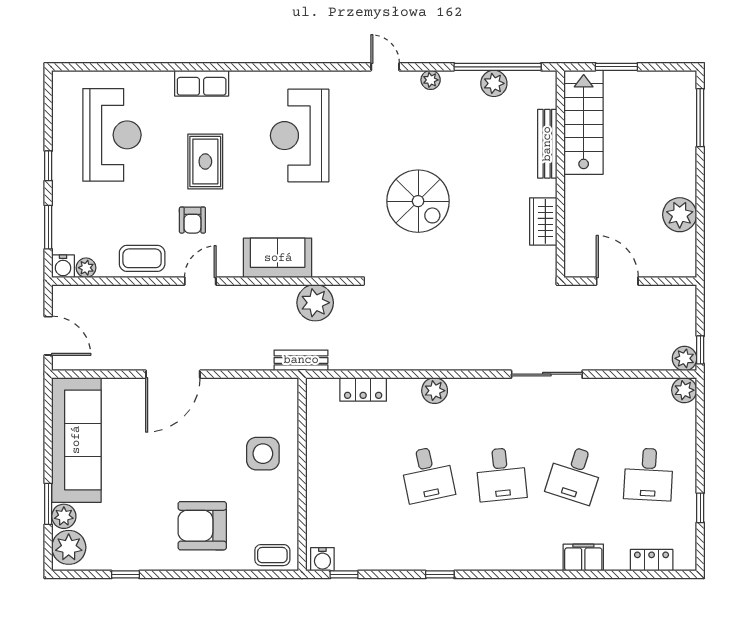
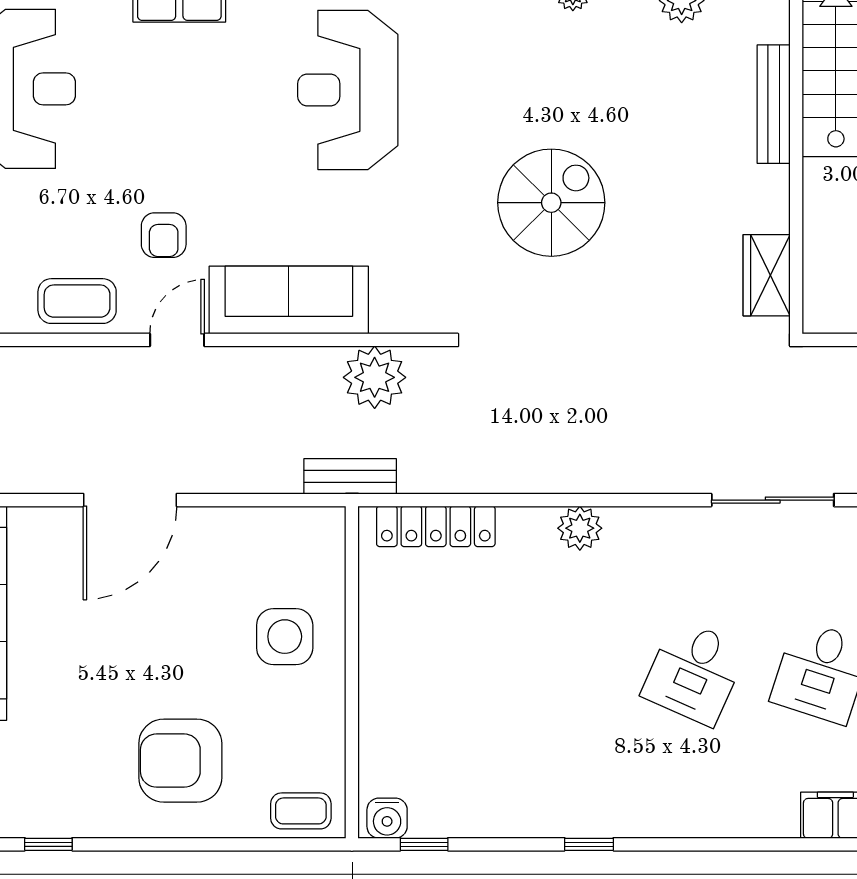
rug: (205, 161) -> (186, 135), removed
spiral stairs: (418, 201) -> (551, 203), turned -90
wardrobe: (543, 221) -> (767, 275), moved
sofa: (278, 258) -> (289, 300), width x1.36
locker: (363, 389) -> (436, 526), width x1.53
desk: (427, 474) -> (567, 672), removed
desk: (501, 474) -> (694, 672), turned 30

